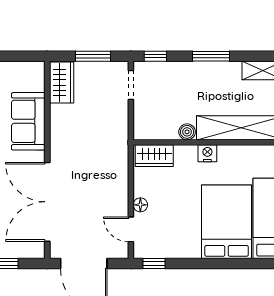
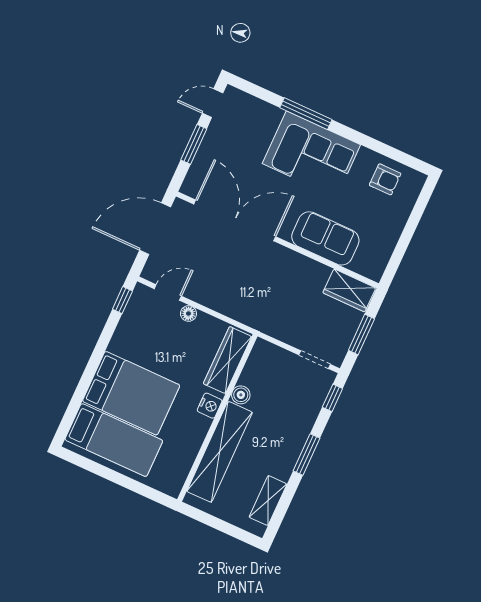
wardrobe: (154, 156) -> (228, 360), width x1.50

